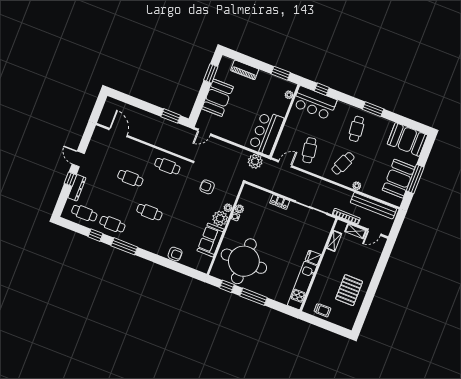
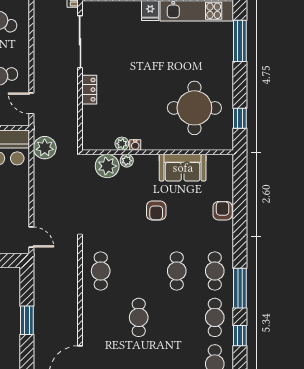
window: (171, 116) -> (27, 320), moved
armchair: (207, 187) -> (156, 211), moved
plant: (220, 218) -> (107, 166), moved
cafe table: (140, 235) -> (215, 271), added
round table: (244, 261) -> (194, 108), width x0.73, depth x0.73
window: (254, 297) -> (240, 41), moved

